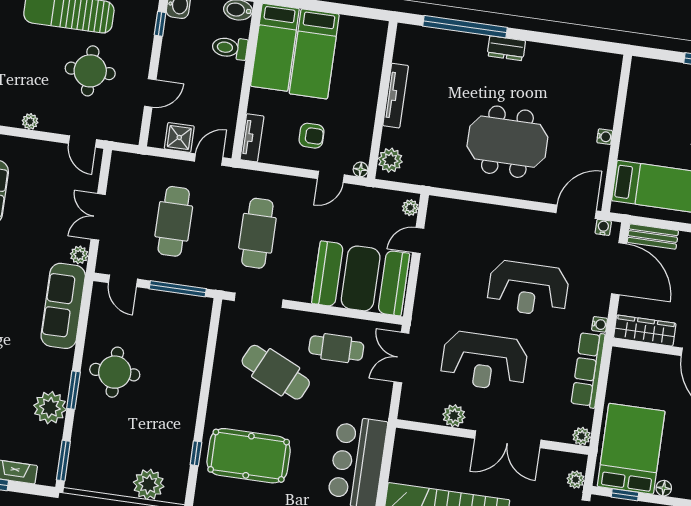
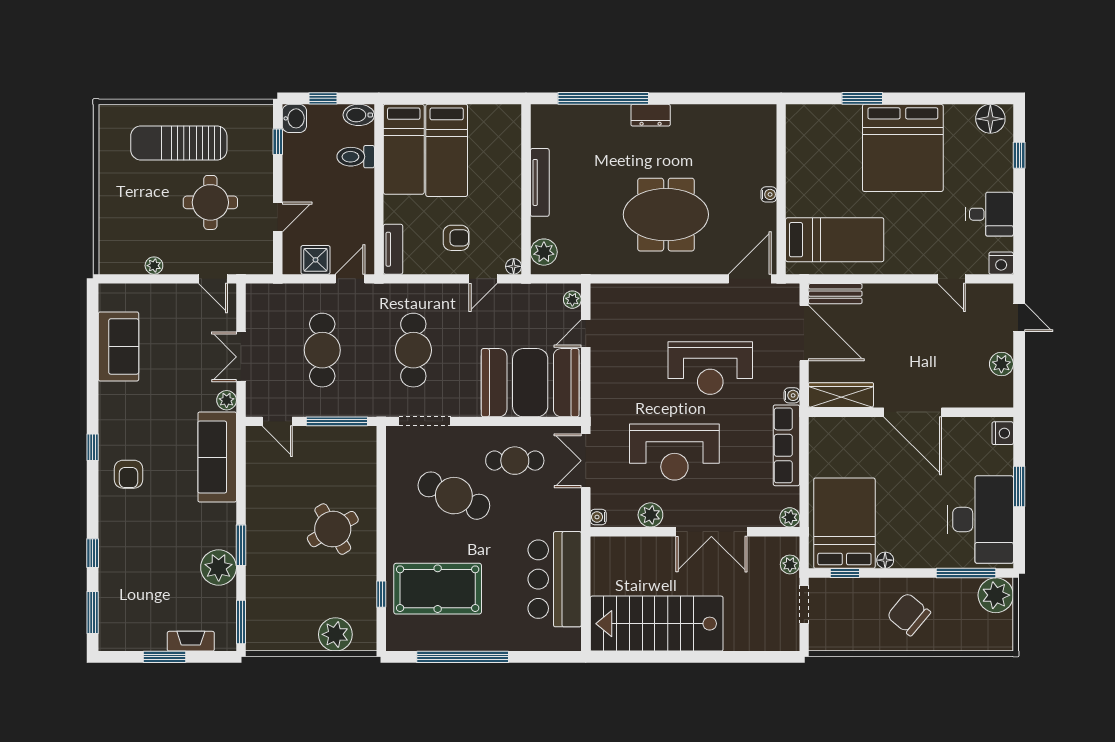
water cooler: (603, 227) -> (598, 517), moved, turned -90
round table: (115, 372) -> (333, 529), moved, turned -30

